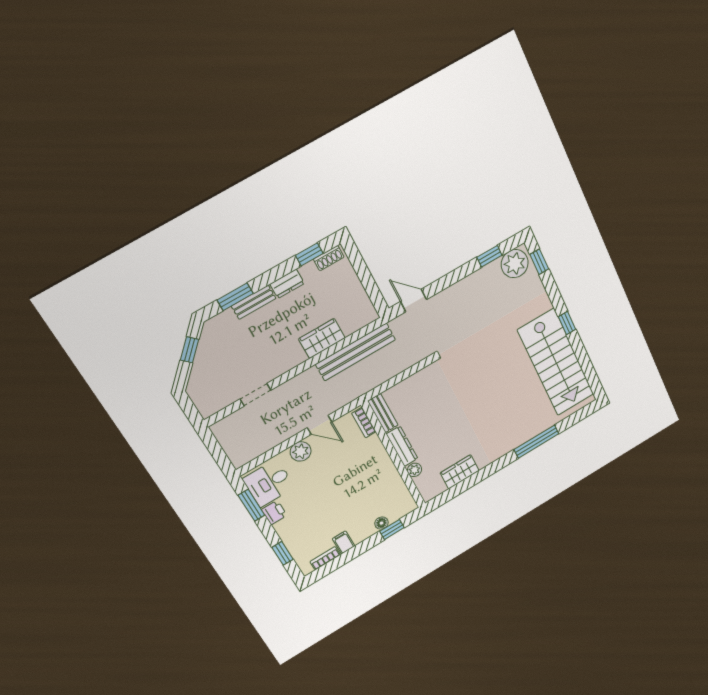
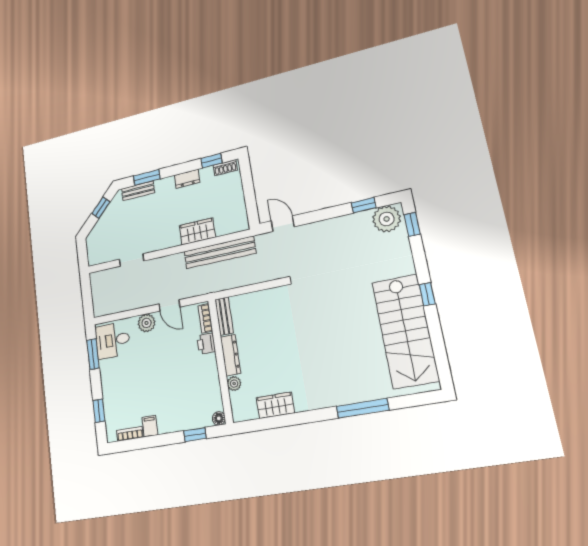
bench: (254, 302) -> (138, 191), moved
printer: (274, 512) -> (206, 344), moved, turned 180
floor lamp: (382, 523) -> (219, 418), moved

